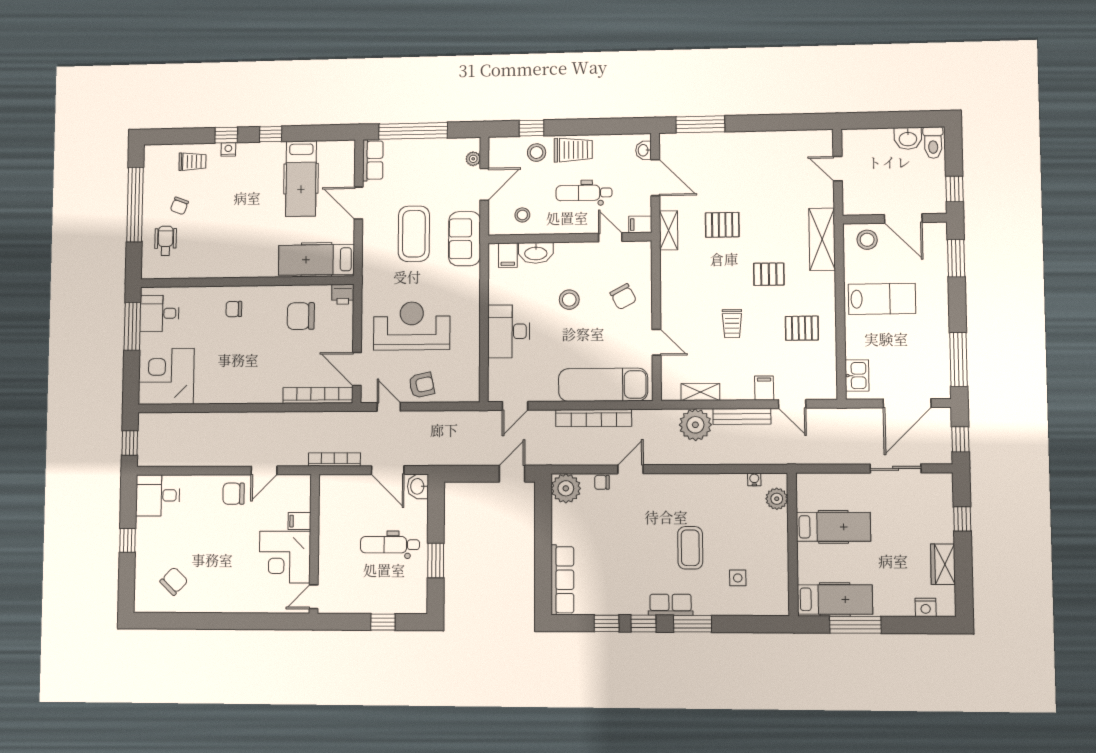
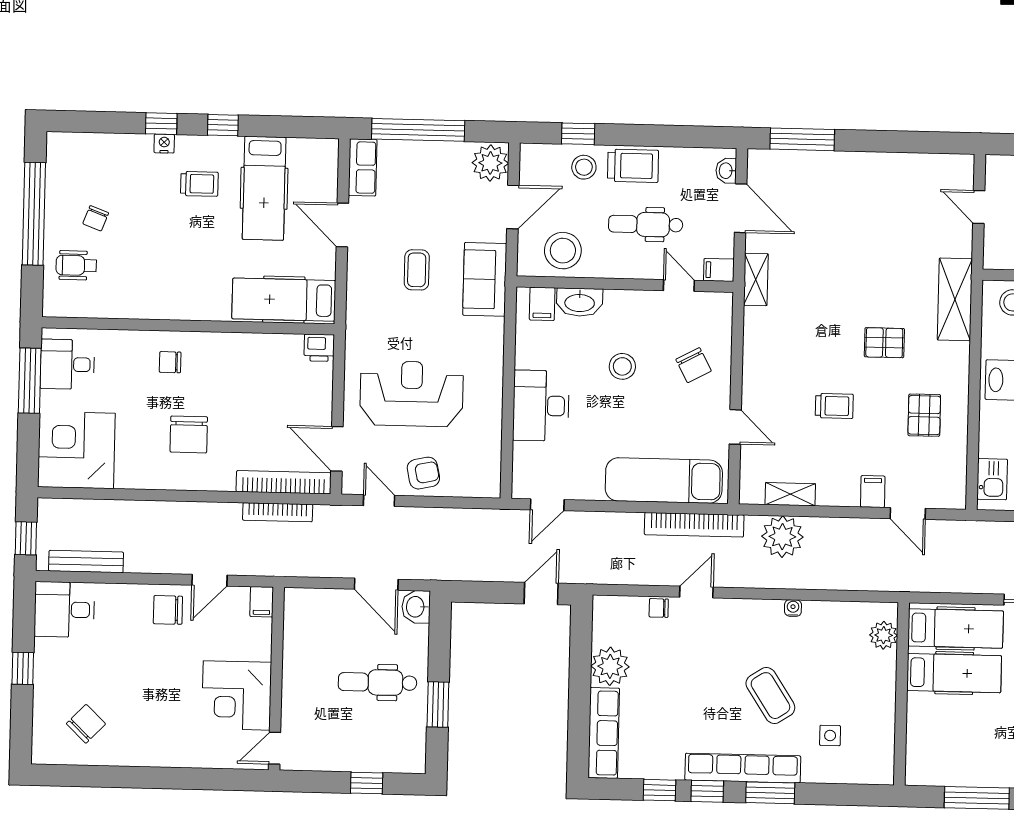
plant: (473, 159) -> (490, 163), width x1.88, depth x1.88
trolley: (192, 162) -> (199, 184), moved
stool: (522, 215) -> (563, 251), width x1.89, depth x1.89
pallet: (722, 225) -> (826, 275), removed
coffee table: (414, 234) -> (417, 270), width x0.54, depth x0.58
wheelchair: (166, 241) -> (76, 265), turned -90
chair: (301, 316) -> (189, 434), moved, turned -90
trolley: (732, 324) -> (834, 406), turned -90
pallet: (802, 328) -> (924, 415), turned 90
bench: (742, 416) -> (86, 562), moved
bookcase: (594, 418) -> (694, 525), moved
bookcase: (334, 460) -> (278, 512), moved, turned 180
water cooler: (754, 479) -> (793, 608), moved
plant: (566, 488) -> (610, 666), moved
filing cabinet: (299, 521) -> (262, 602), moved, turned -90
coffee table: (690, 548) -> (770, 696), turned -33
hospital bed: (835, 599) -> (956, 628), moved
row of seats: (671, 605) -> (743, 768), width x2.02

